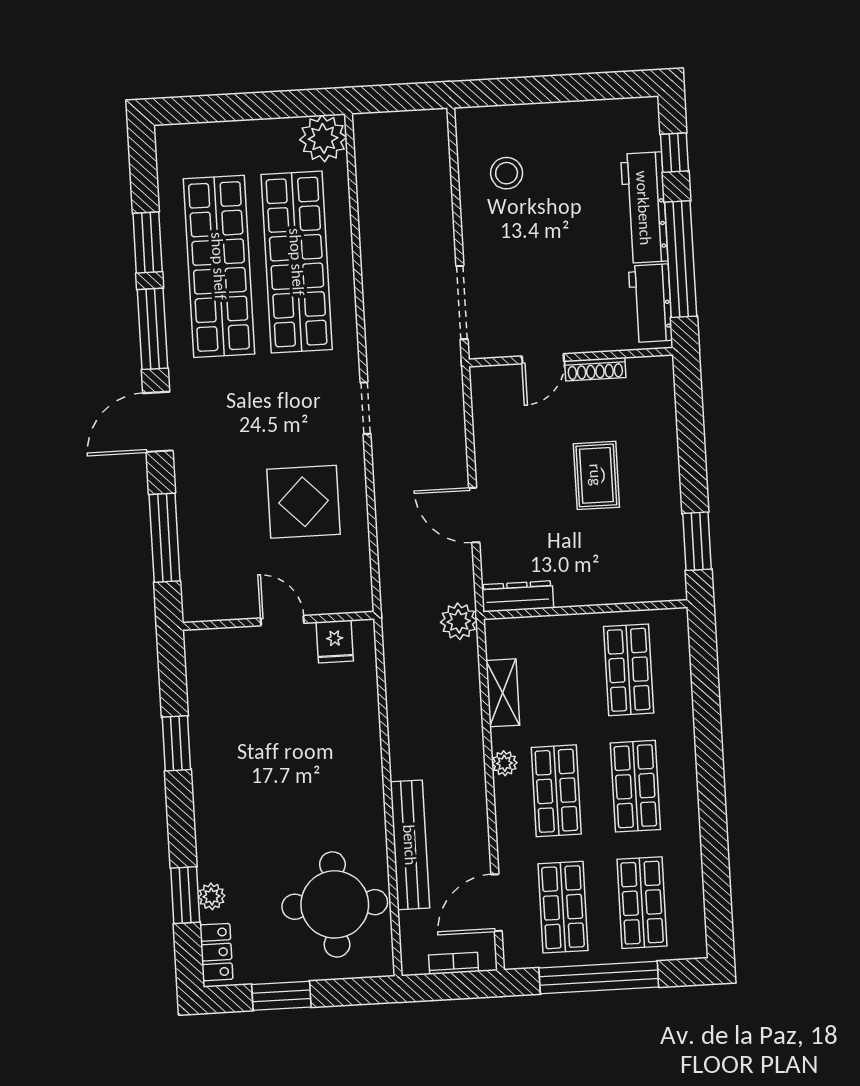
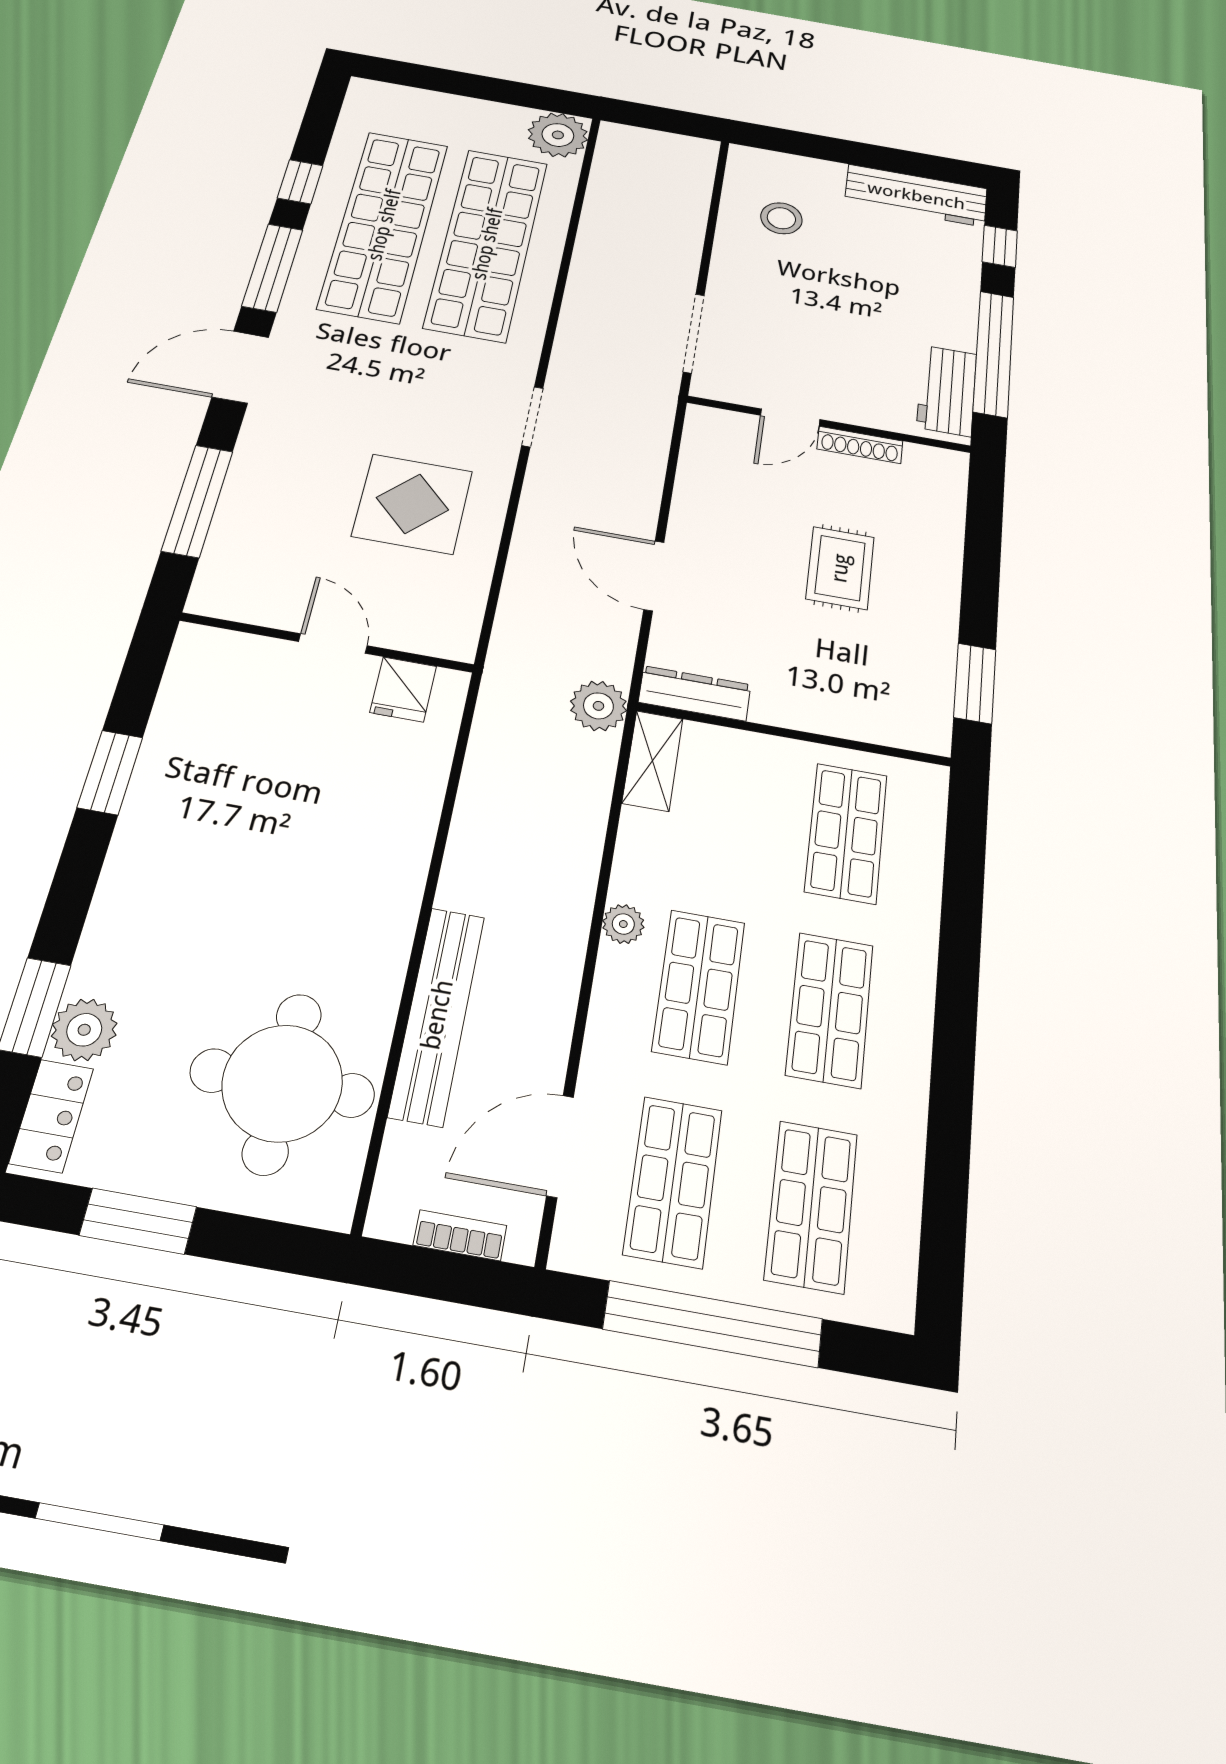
workbench: (644, 208) -> (916, 196), moved, turned -90
window: (148, 242) -> (300, 182), width x0.67
shelving: (503, 693) -> (653, 761), moved
plant: (212, 896) -> (84, 1030), width x1.38, depth x1.38

